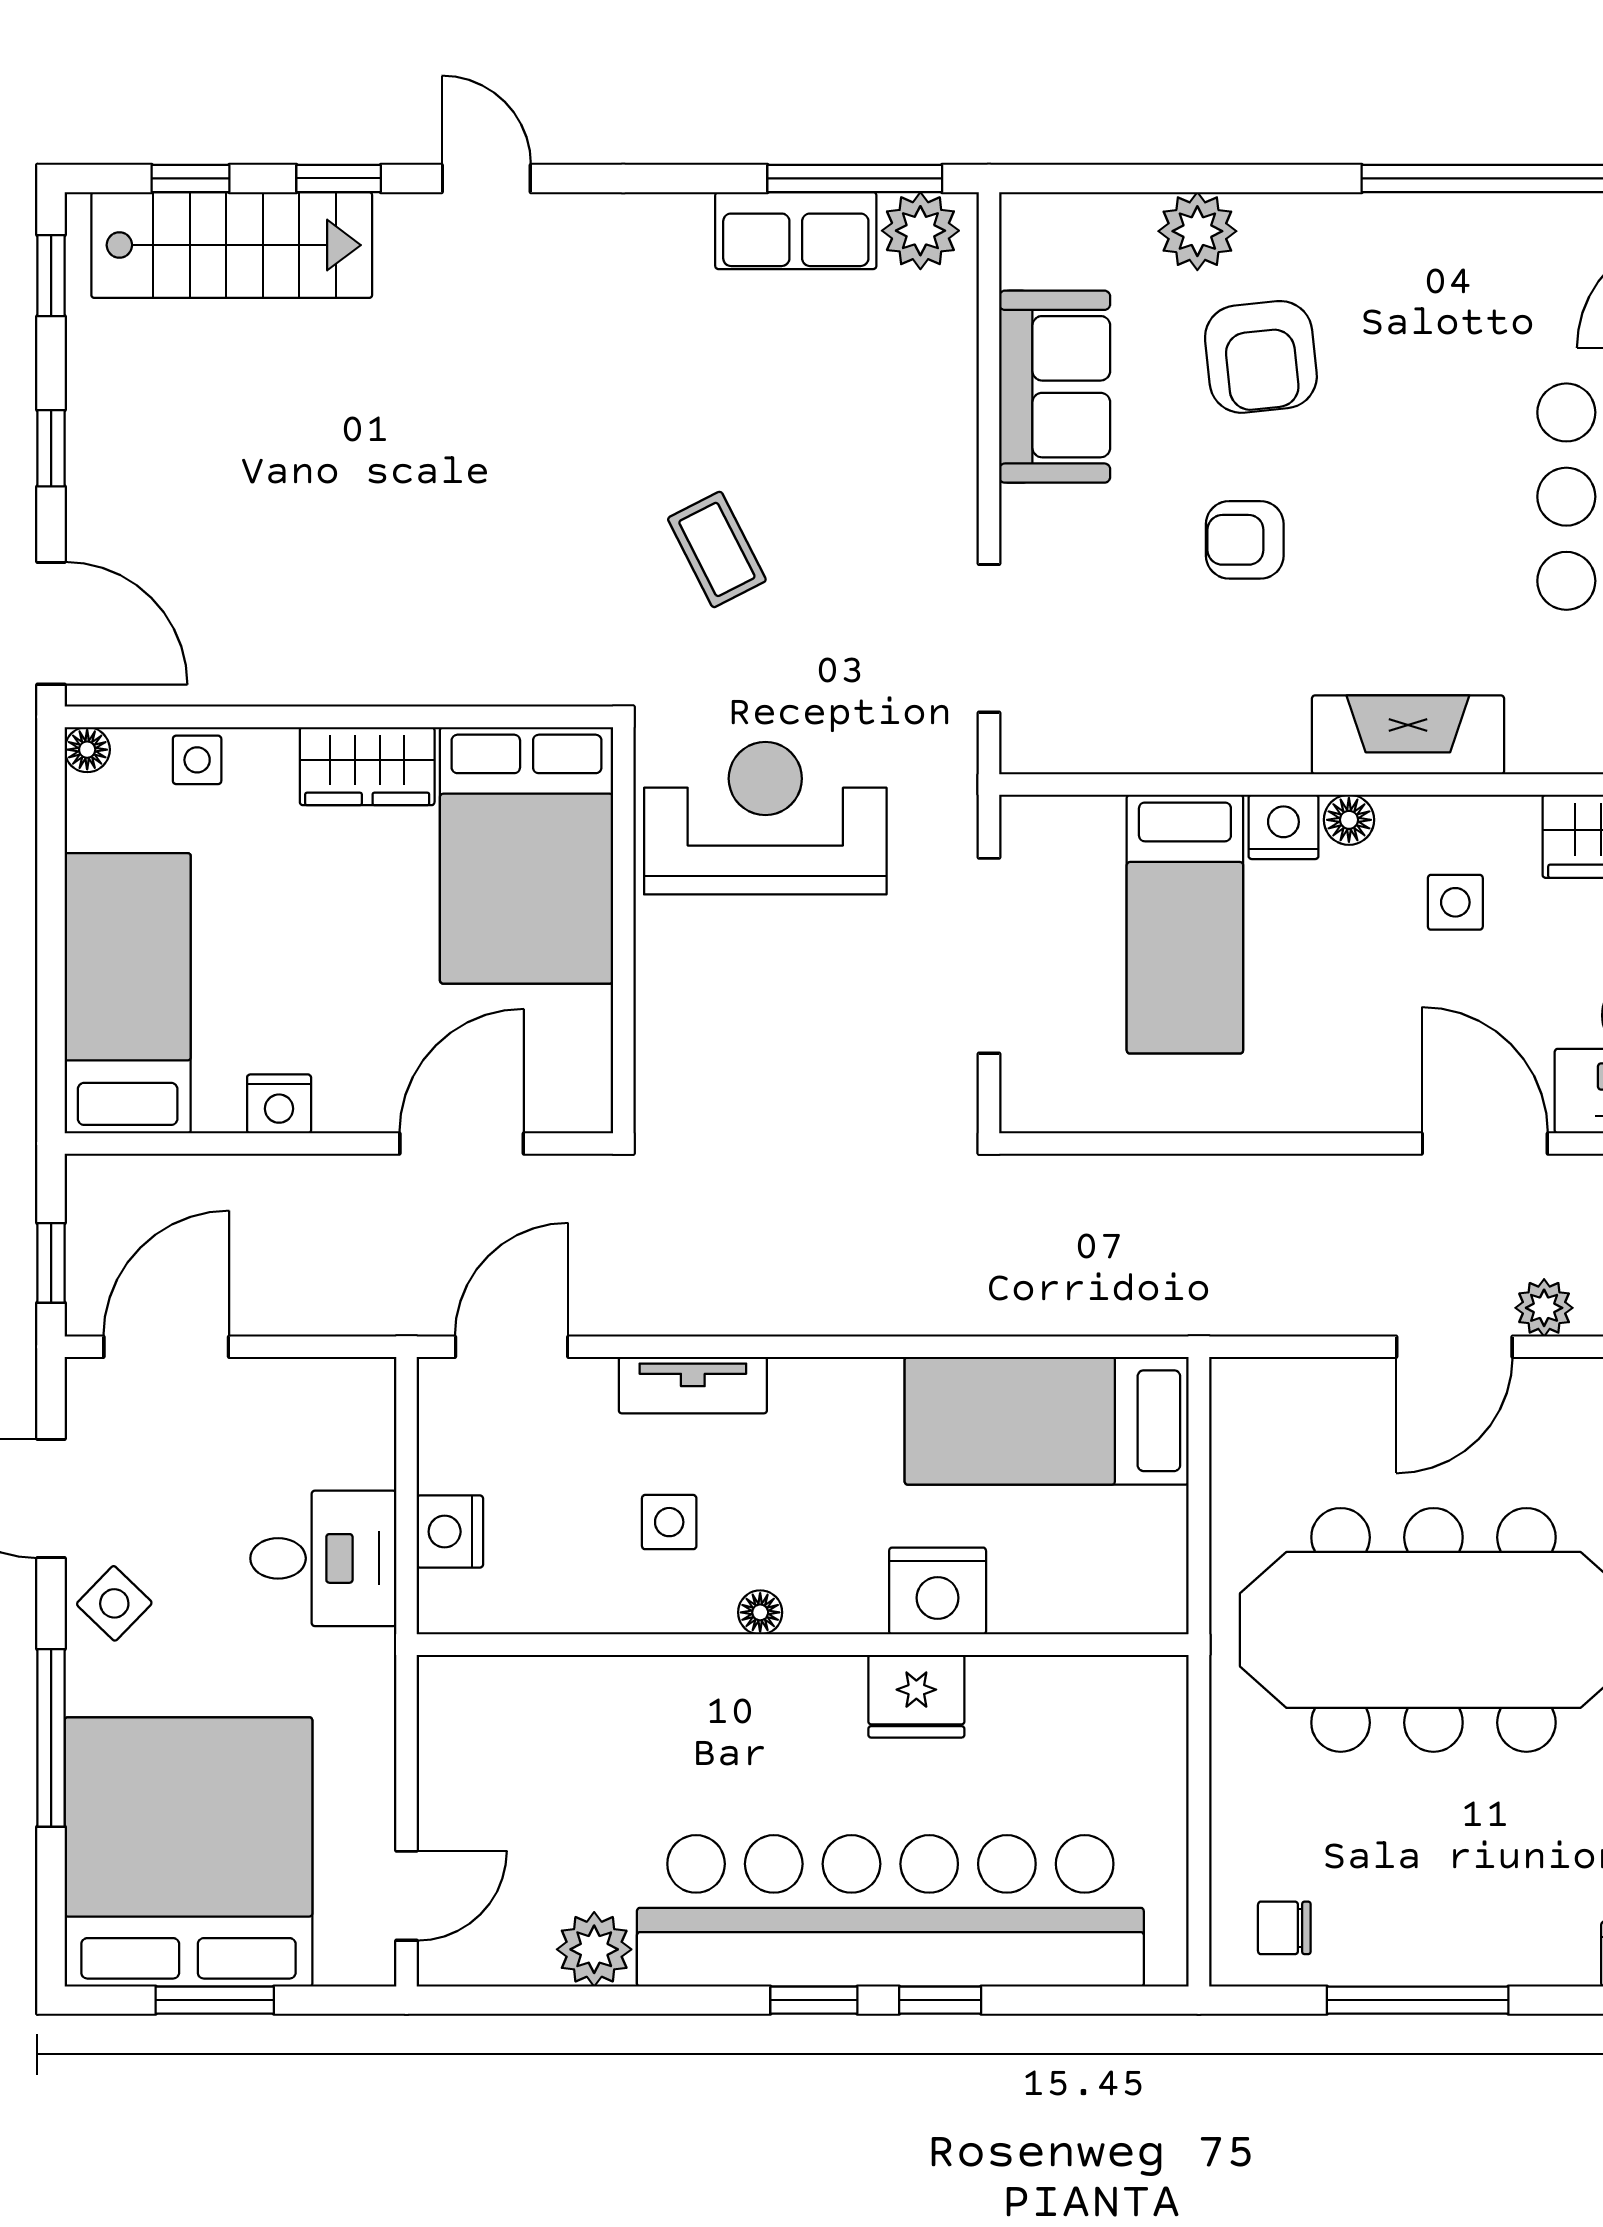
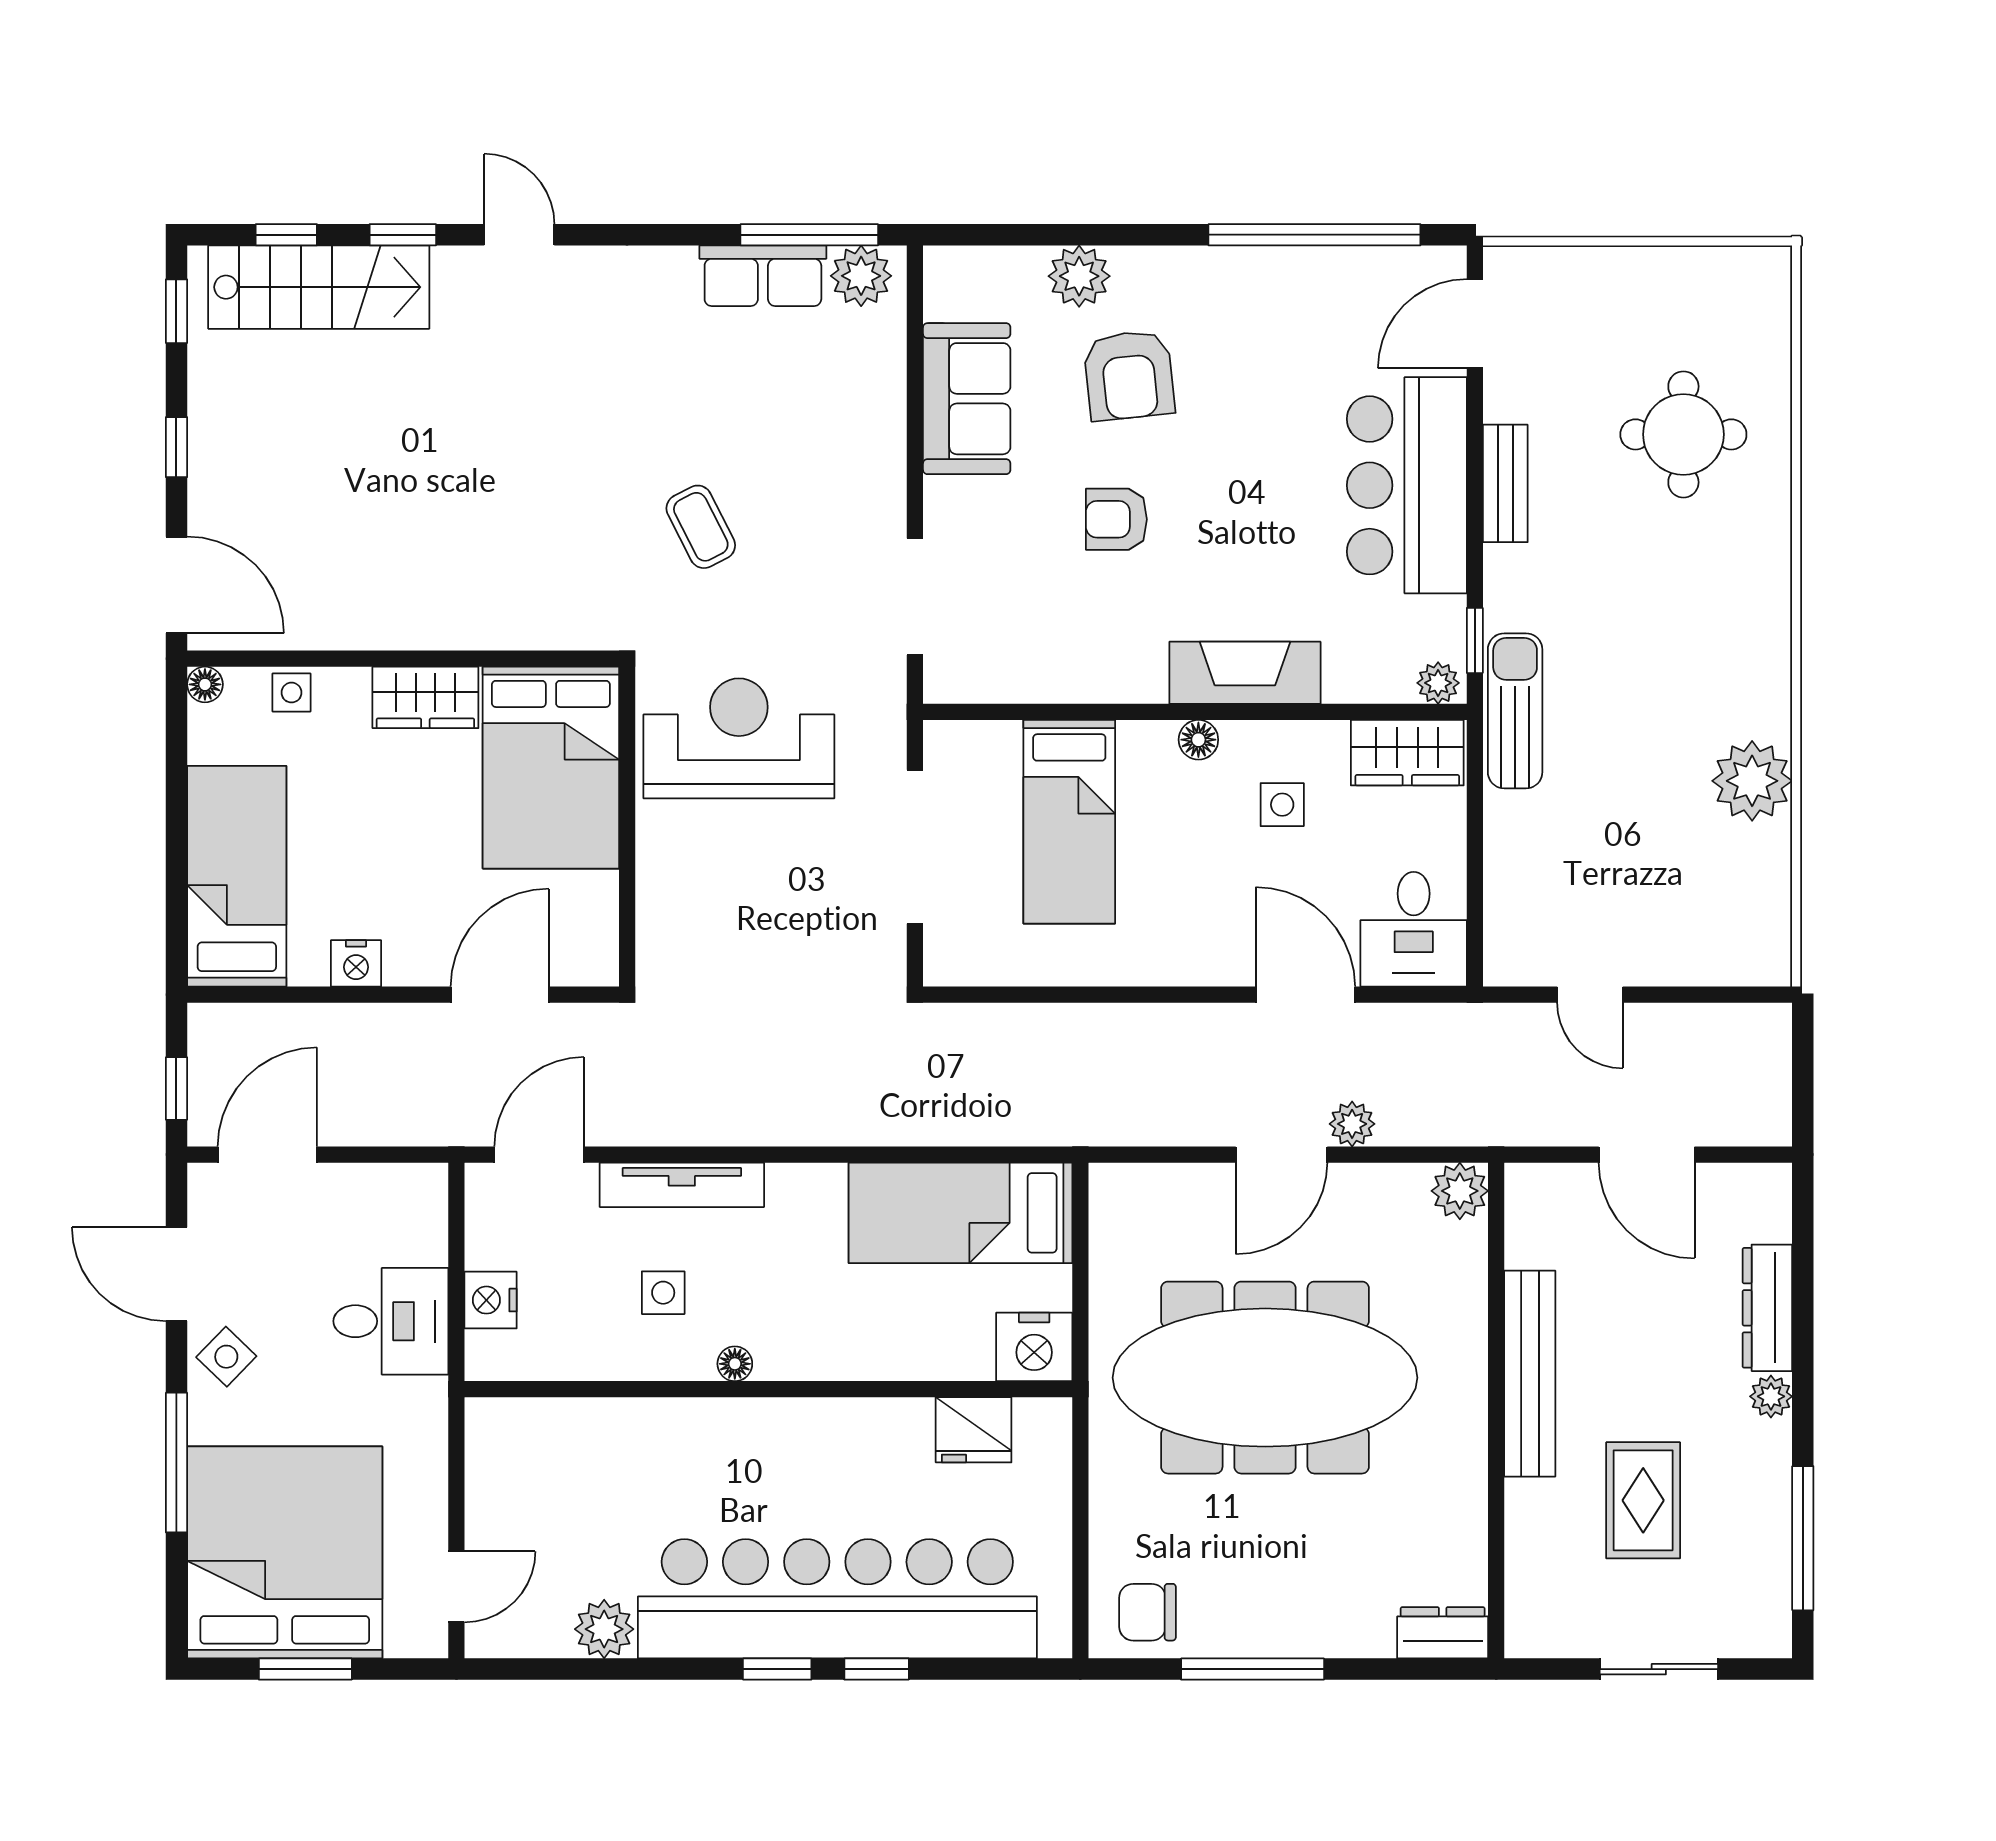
nightstand: (1283, 827) -> (1147, 745), removed
tv unit: (693, 1385) -> (682, 1185), width x1.41
nightstand: (938, 1591) -> (1034, 1347), moved
fridge: (916, 1696) -> (974, 1430), moved
chair: (1284, 1928) -> (1148, 1612), width x1.37, depth x1.37

